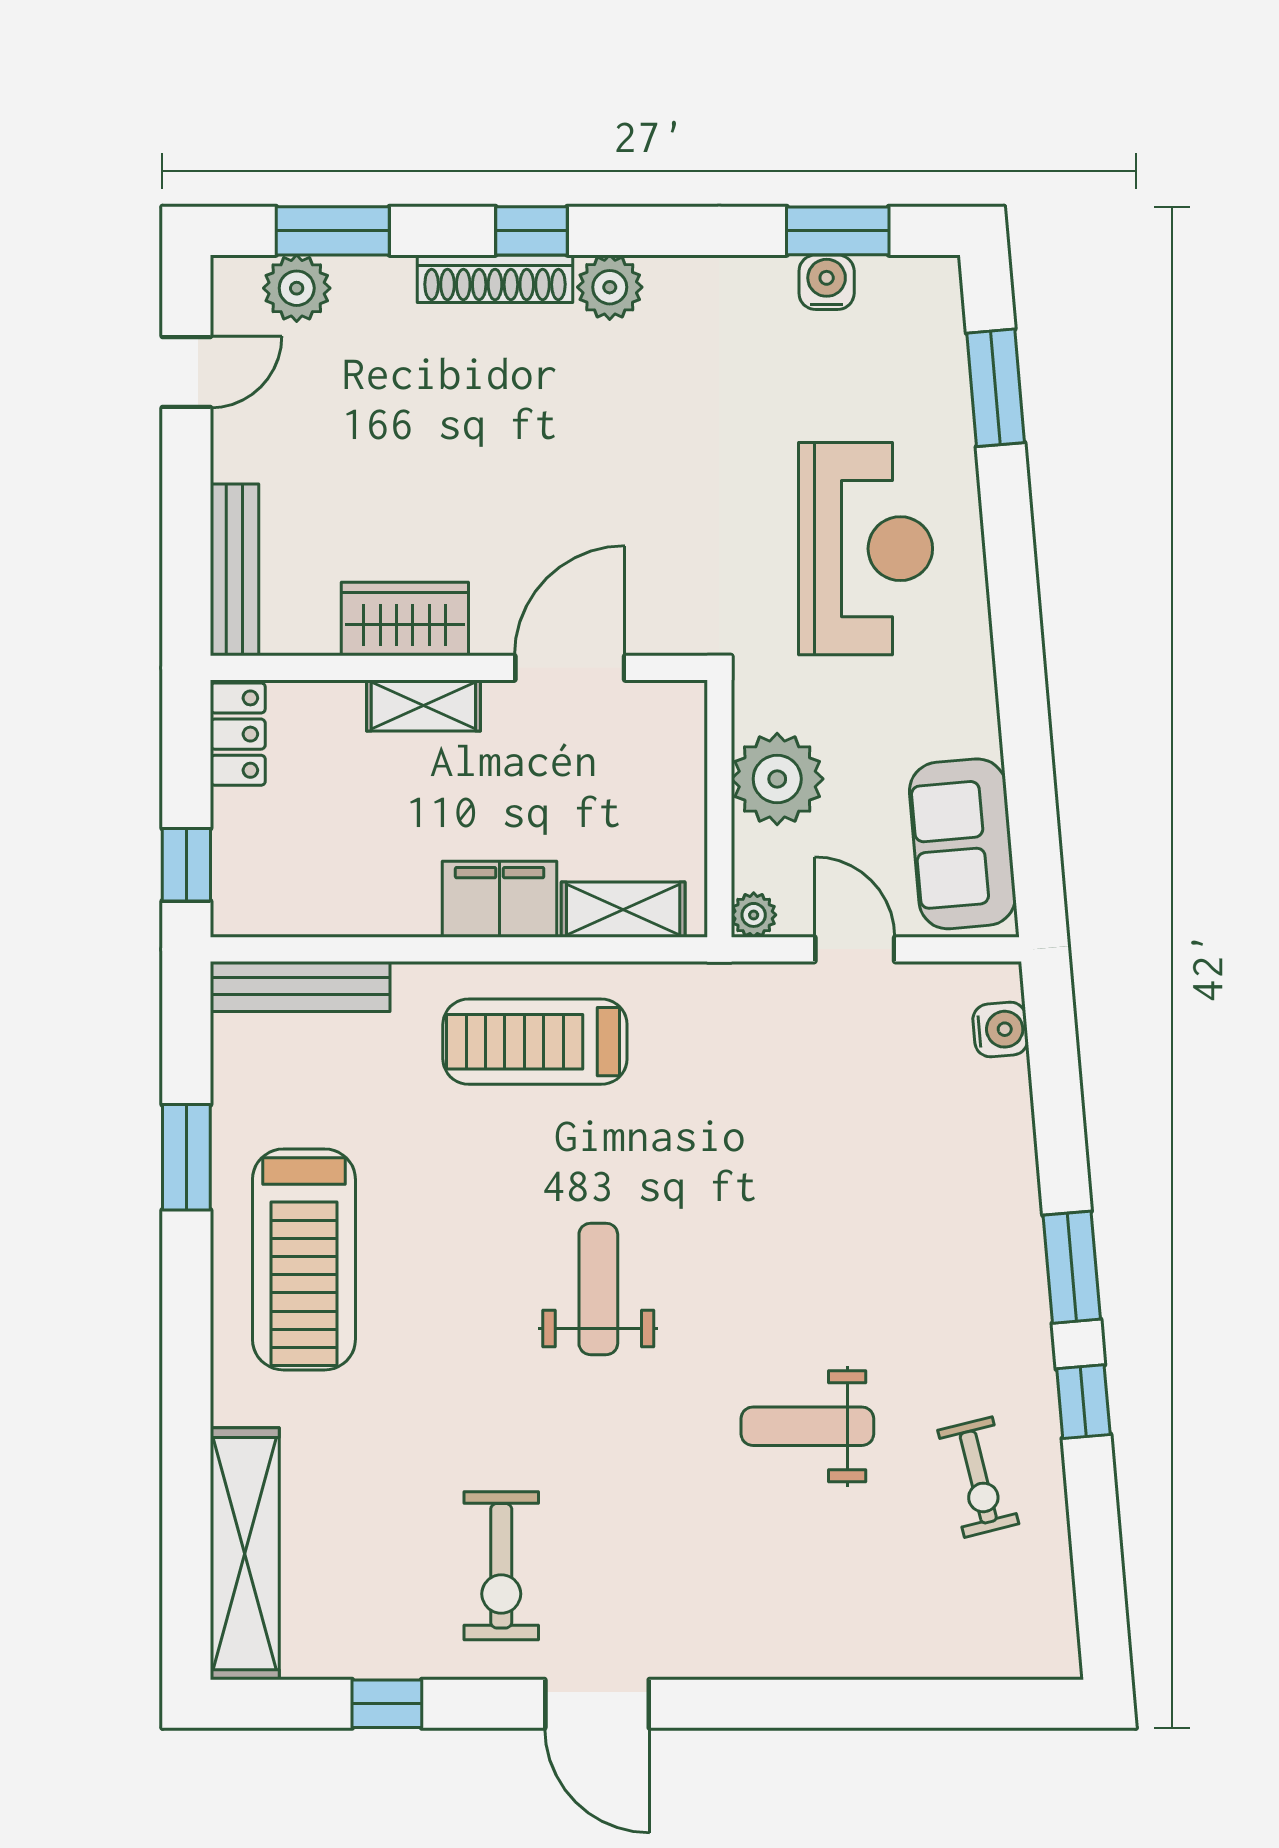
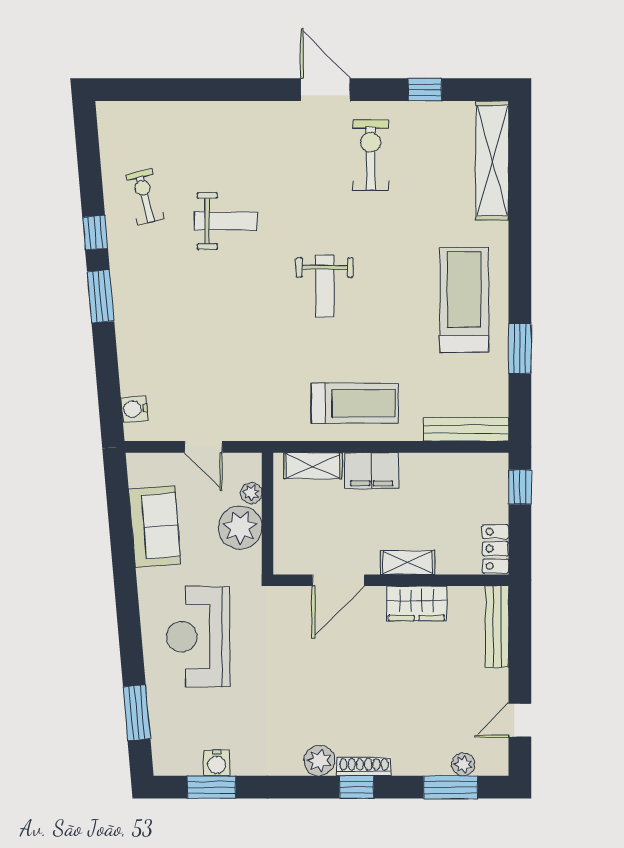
shoe rack: (495, 279) -> (364, 767), width x0.74, depth x0.81
plant: (297, 288) -> (463, 764), width x0.73, depth x0.73
sofa: (963, 844) -> (155, 526), moved
plant: (754, 915) -> (251, 493), moved

